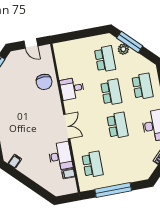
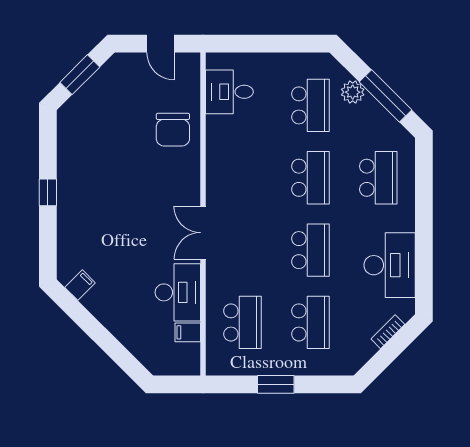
window: (130, 42) -> (385, 96), moved
desk: (72, 89) -> (229, 92), moved
double door: (67, 127) -> (203, 233), swing flipped
school desk: (124, 159) -> (310, 322), added
window: (113, 190) -> (276, 384), width x0.47

